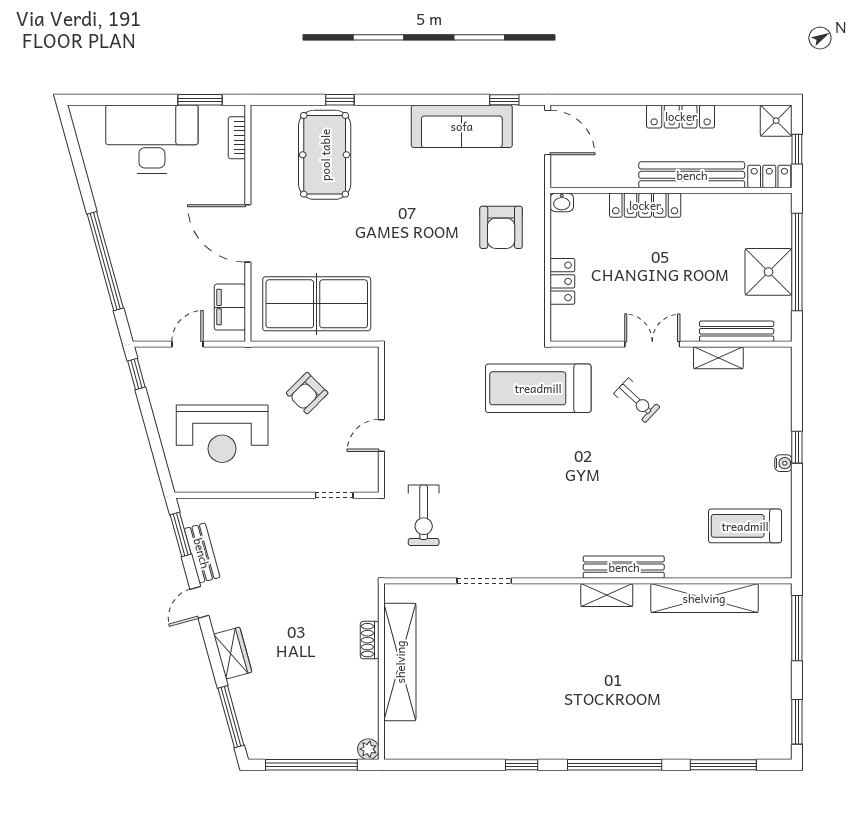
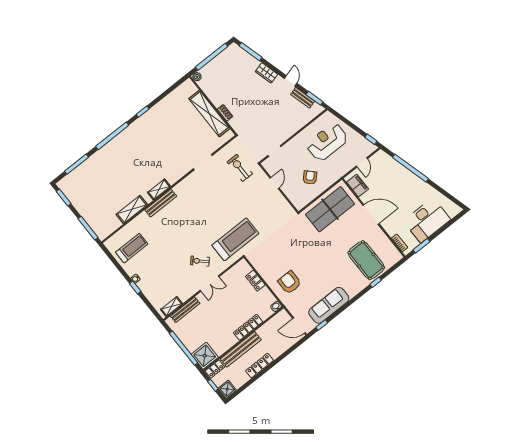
shower: (768, 272) -> (205, 356), moved
shelving: (718, 358) -> (171, 306), moved
shelving: (704, 598) -> (132, 209), width x0.68

